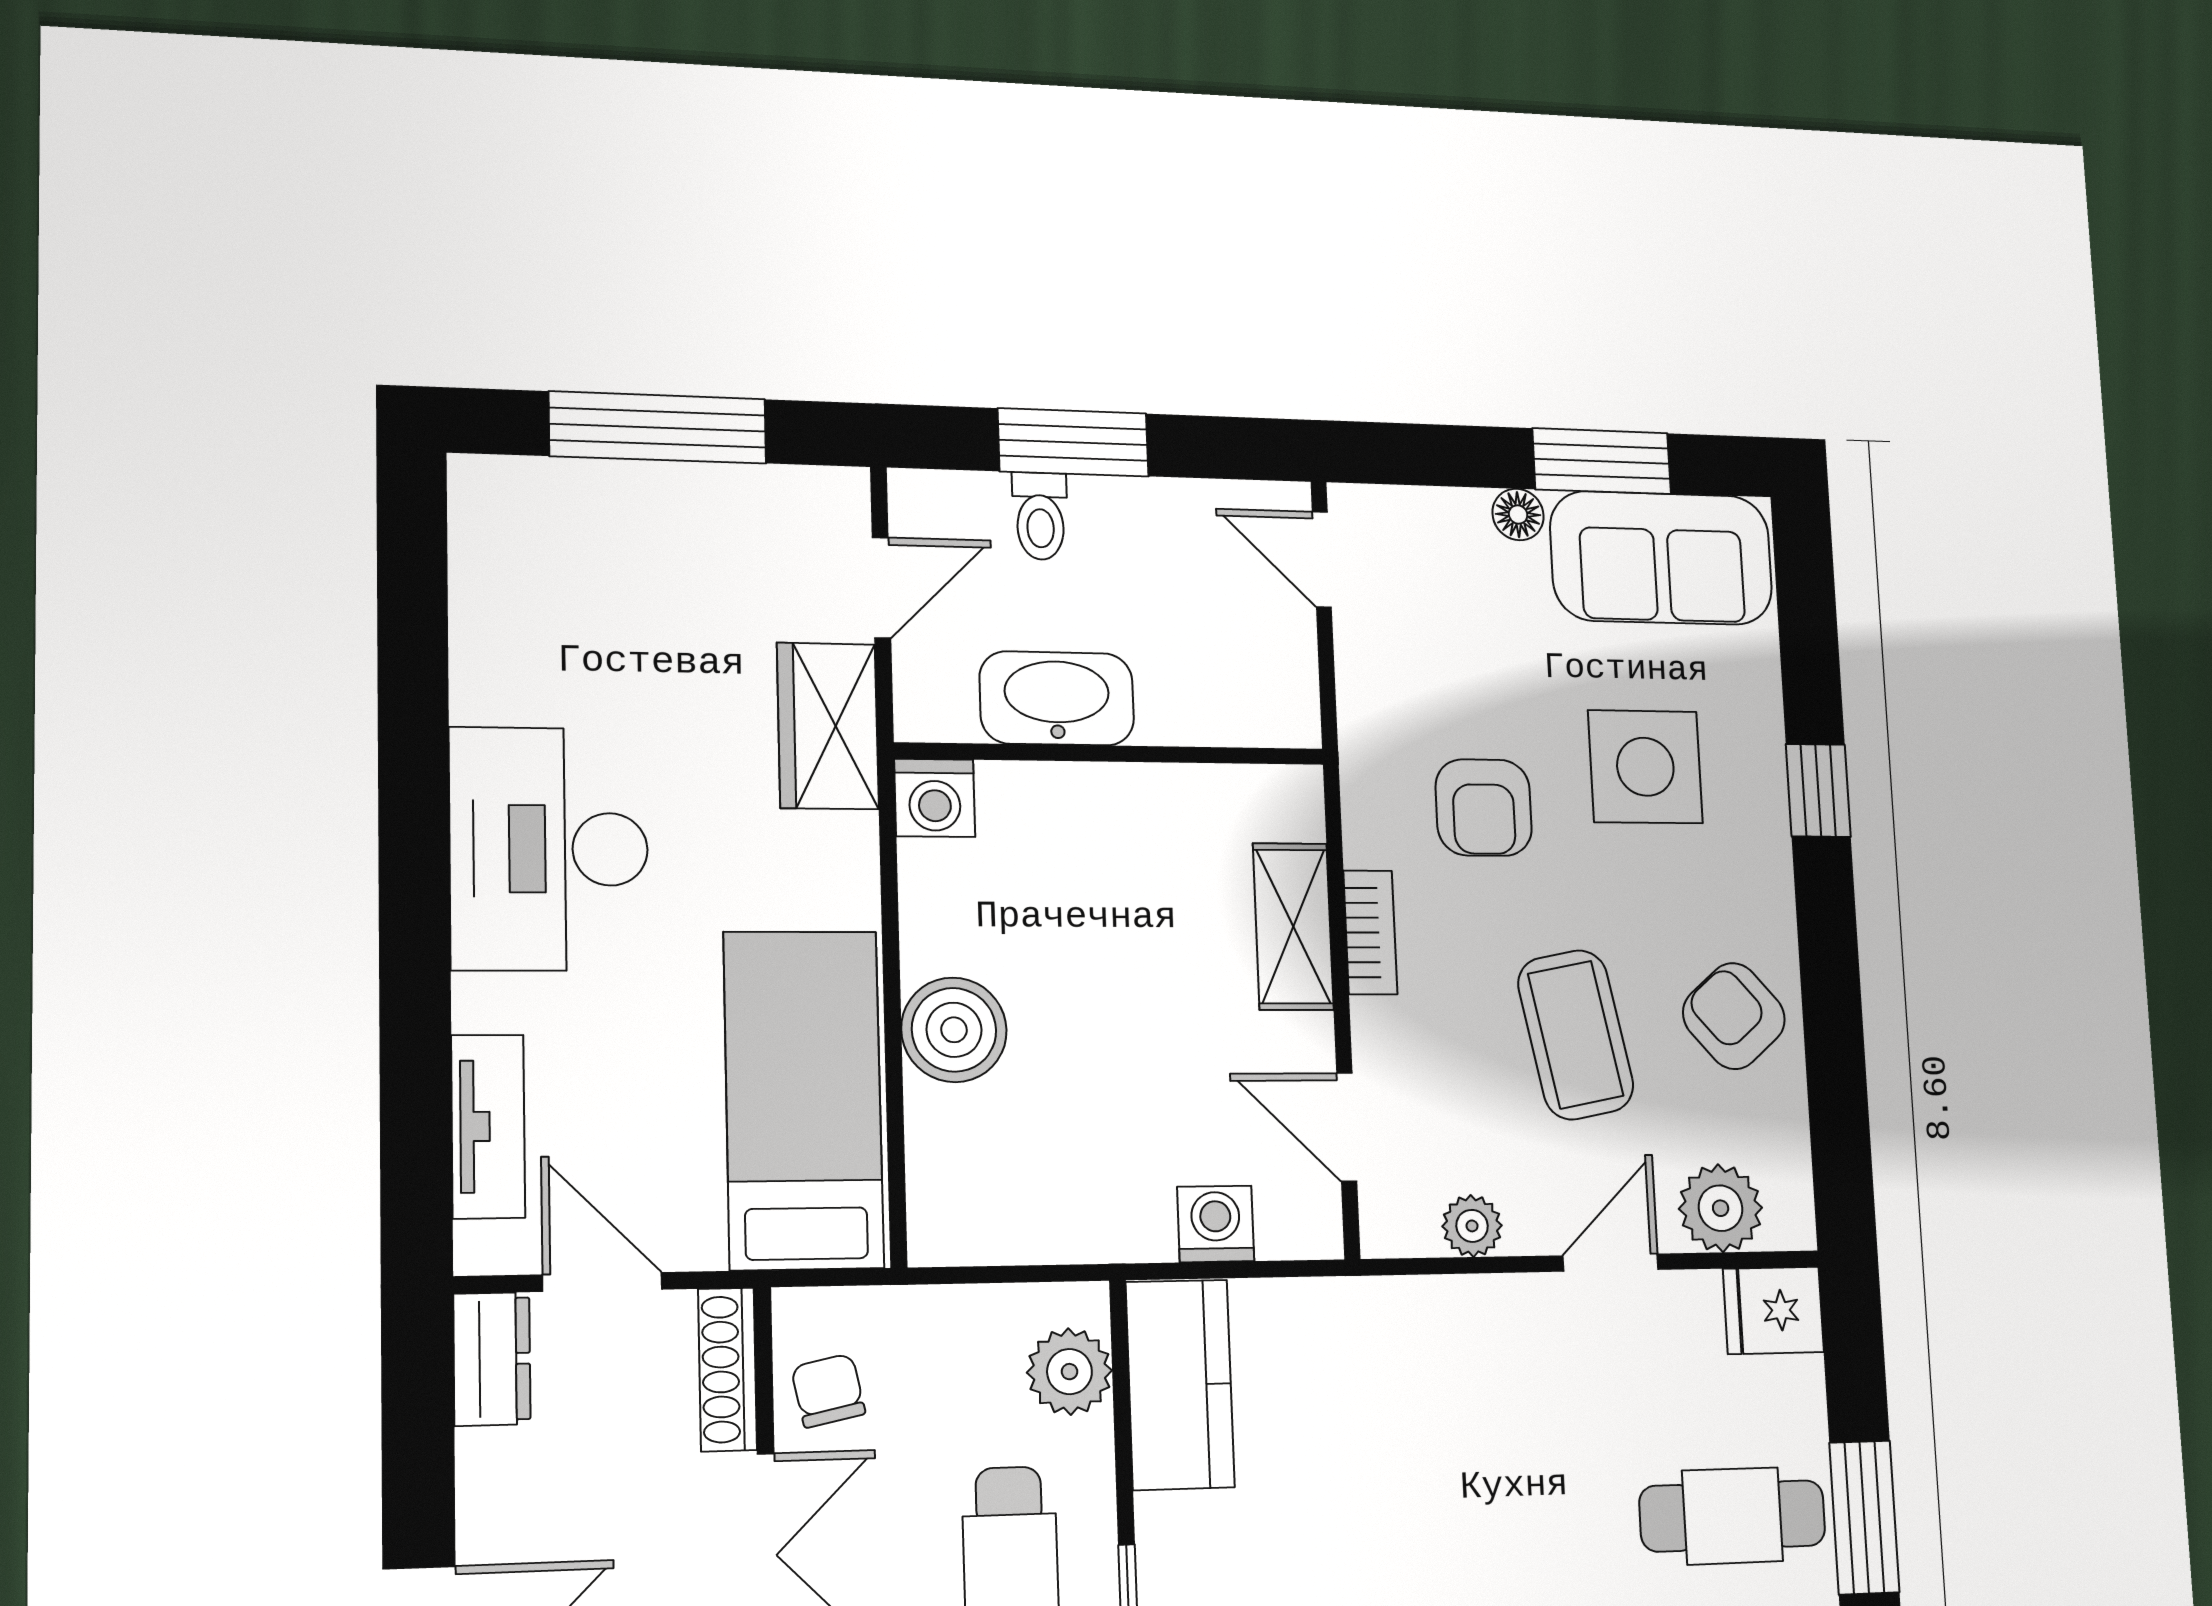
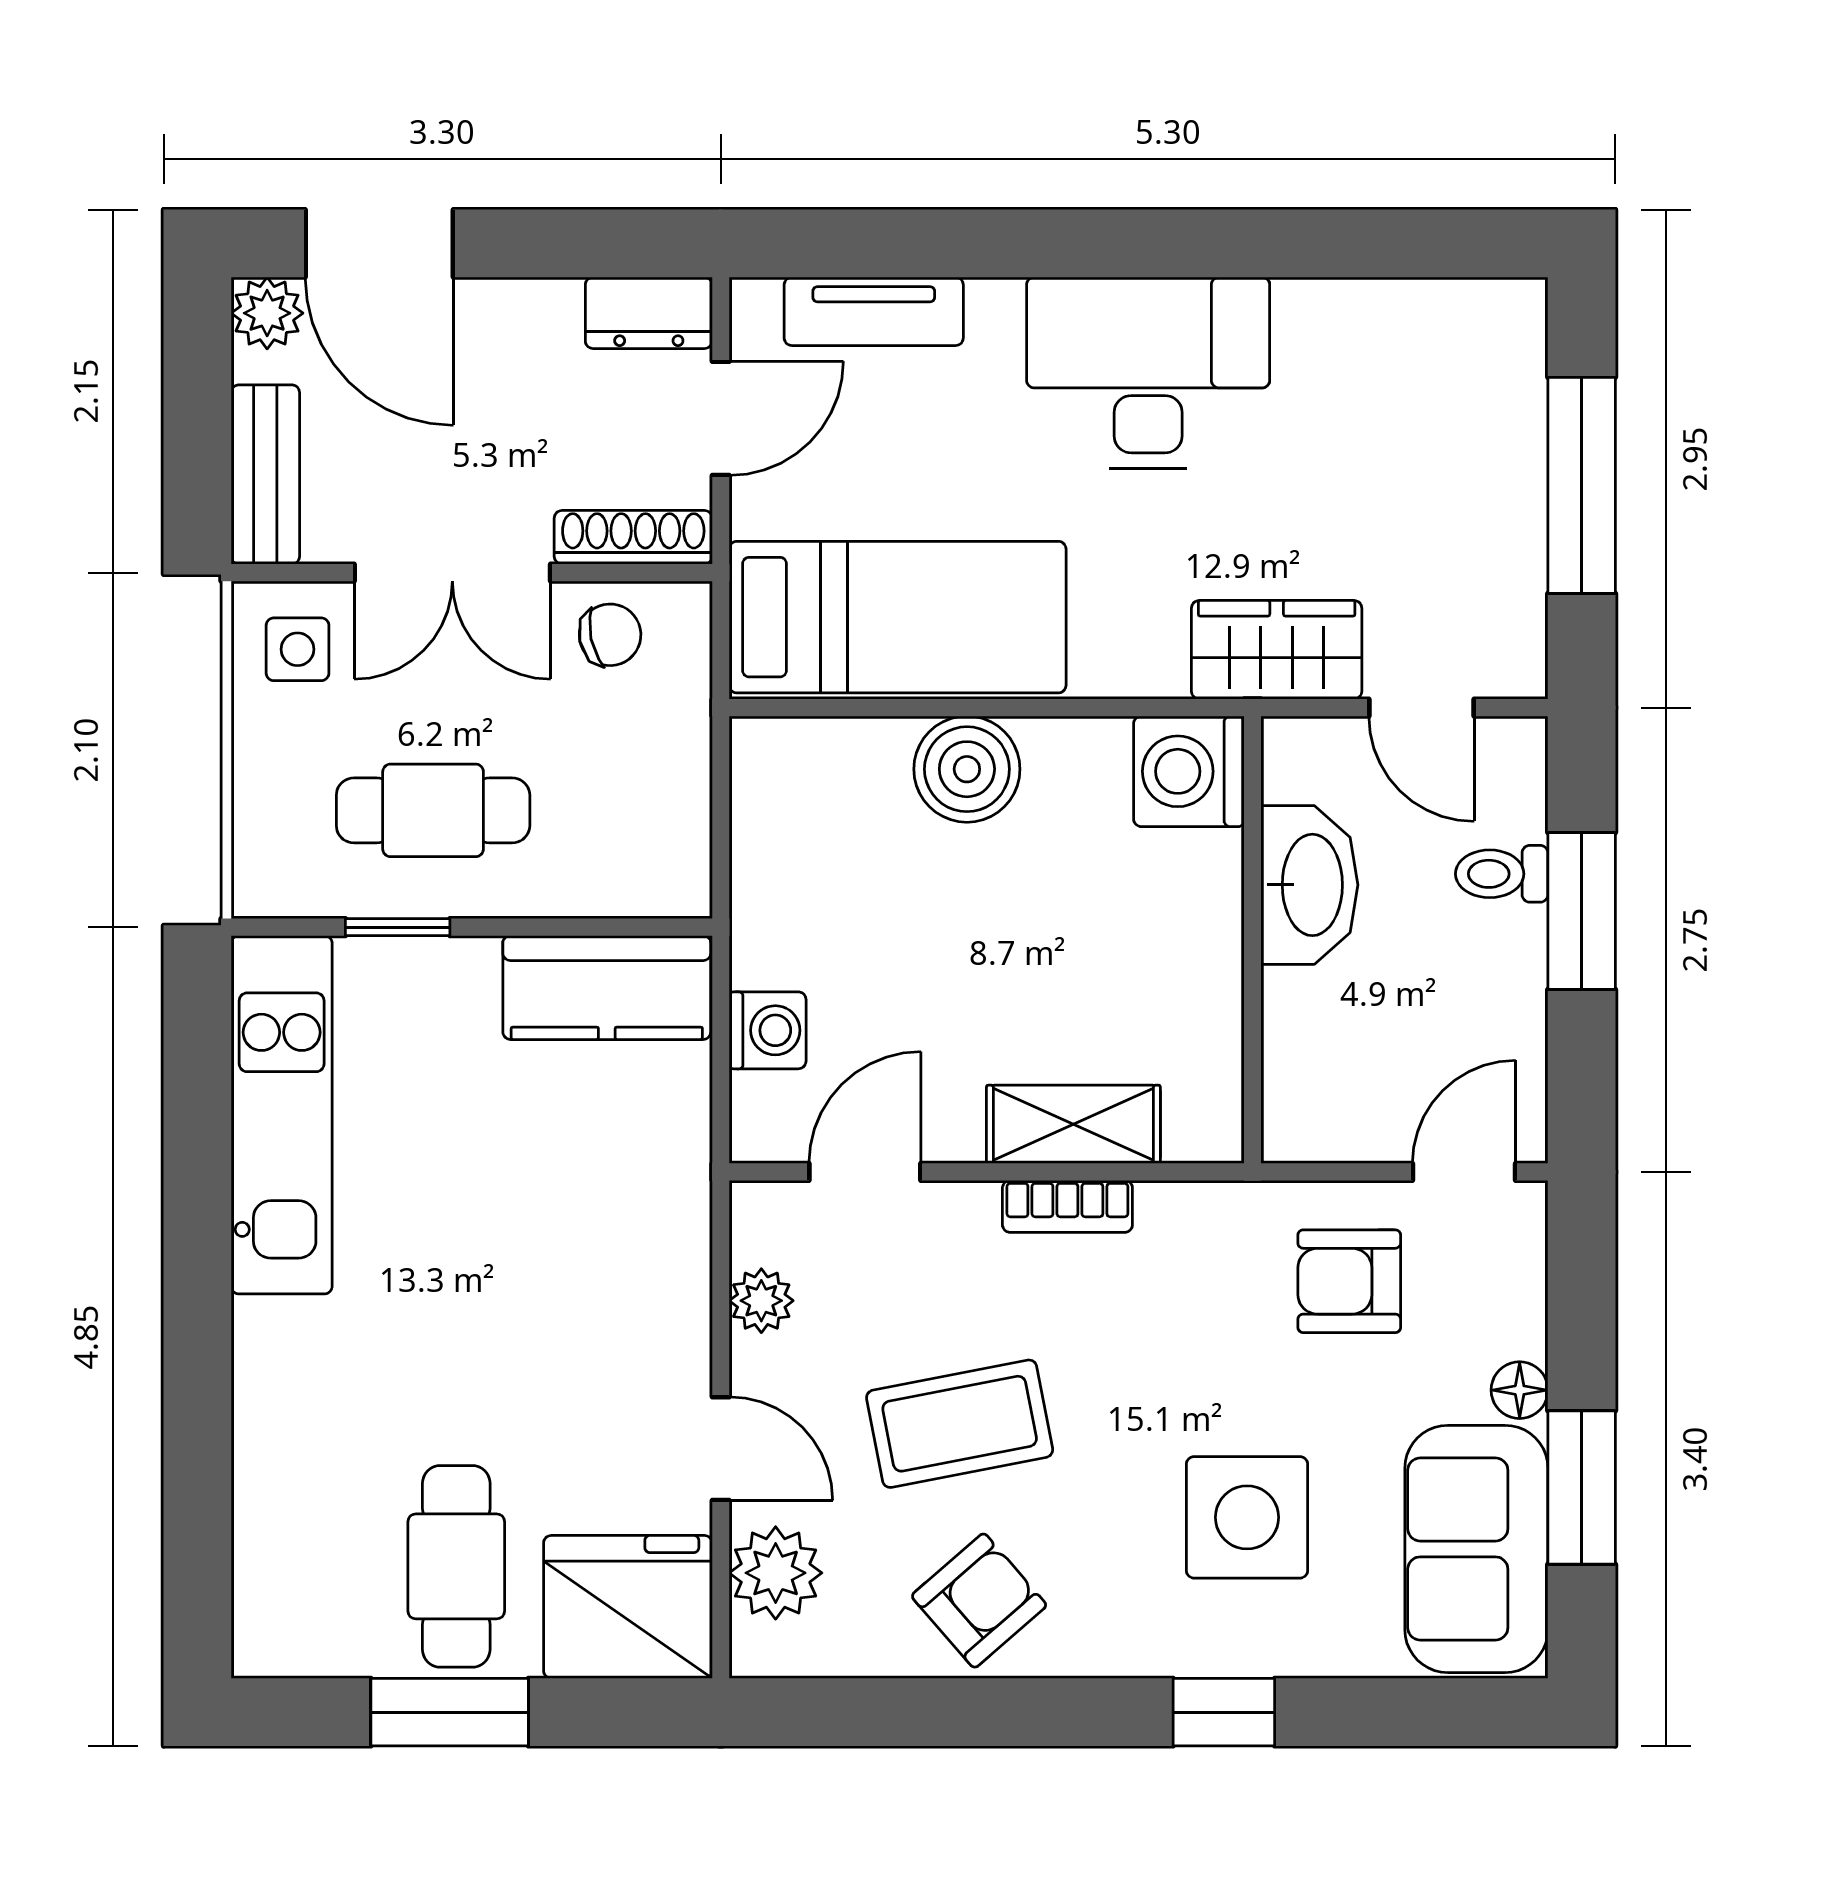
washing machine: (935, 798) -> (1189, 771), width x1.38, depth x1.38
armchair: (1484, 808) -> (1349, 1281), moved
fridge: (1773, 1310) -> (628, 1607), width x1.88, depth x1.34
plant: (1070, 1372) -> (623, 875), removed

